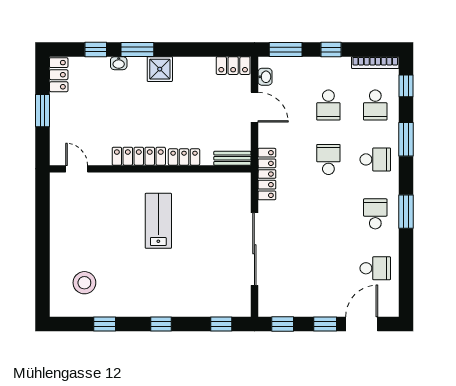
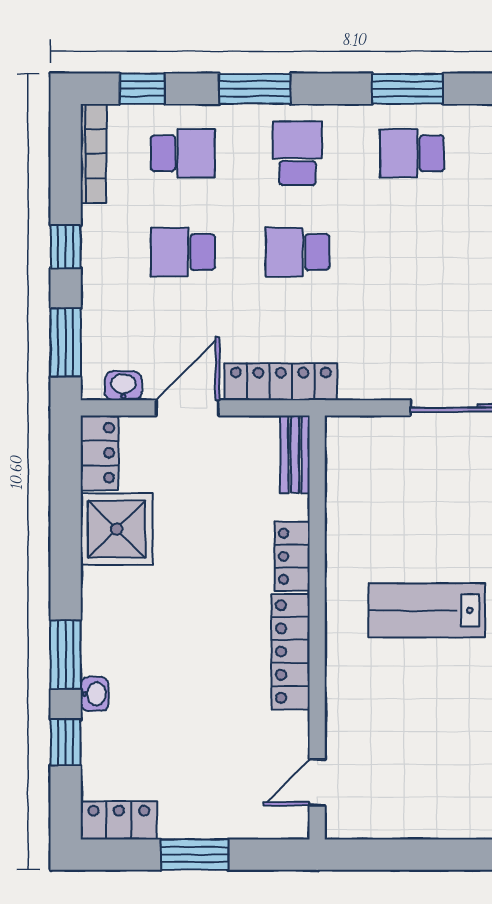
shower: (160, 69) -> (117, 529), moved, width x1.36, depth x1.36
school desk: (328, 105) -> (183, 252), turned 180
locker: (267, 174) -> (281, 382), moved

